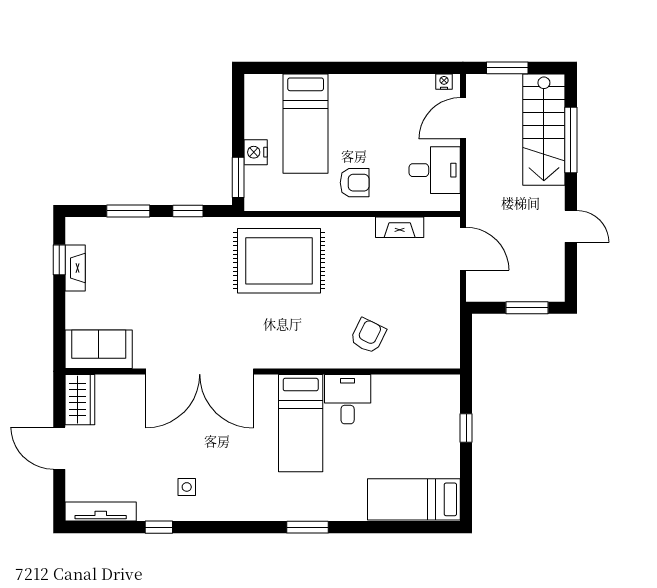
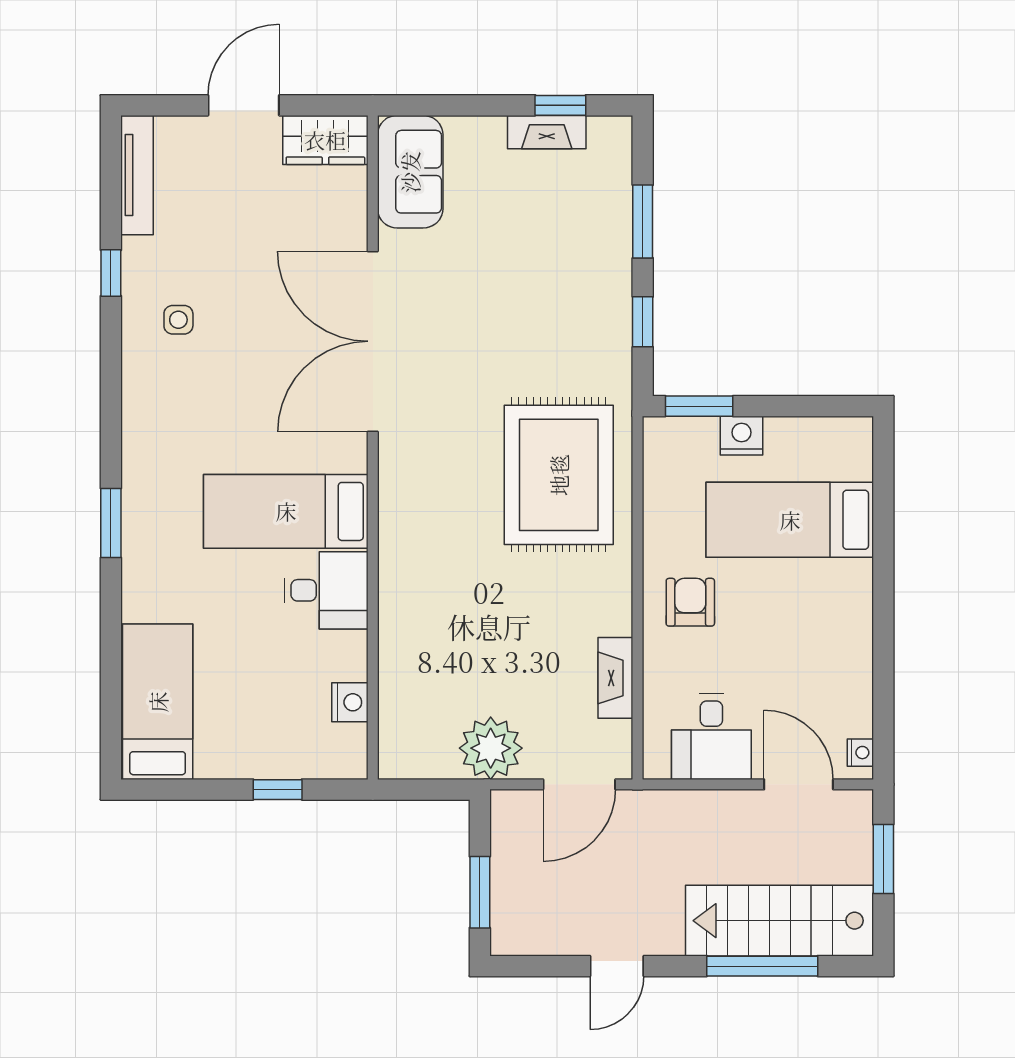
armchair: (355, 183) -> (690, 602), turned 180
plant: (441, 301) -> (491, 748), added
armchair: (368, 336) -> (433, 625), removed
nightstand: (414, 385) -> (350, 702), added

